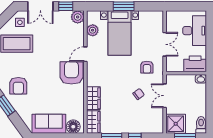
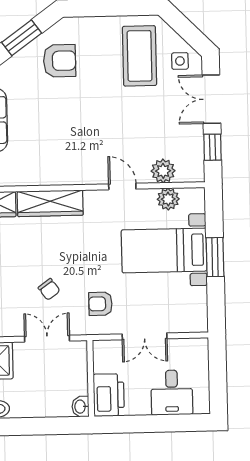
plant: (78, 17) -> (163, 171), moved
desk: (195, 31) -> (172, 392), width x0.73
armchair: (71, 73) -> (86, 161), removed
armchair: (18, 86) -> (60, 61), turned 180
wardrobe: (93, 98) -> (50, 203), width x1.50

